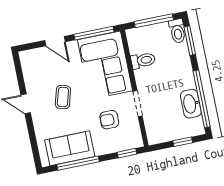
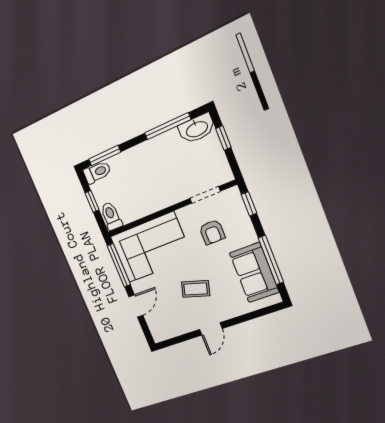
window: (154, 21) -> (92, 201), width x0.46
toilet: (143, 60) -> (111, 216), moved
window: (202, 99) -> (168, 126), width x0.68
doorway: (138, 103) -> (205, 195), moved
washbasin: (191, 104) -> (197, 129), moved

